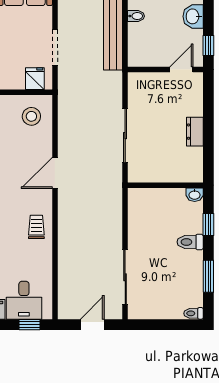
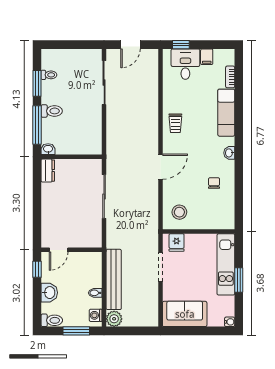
dresser: (195, 132) -> (48, 171), moved
window: (208, 225) -> (37, 125), width x2.17
toilet: (193, 313) -> (49, 75), moved

